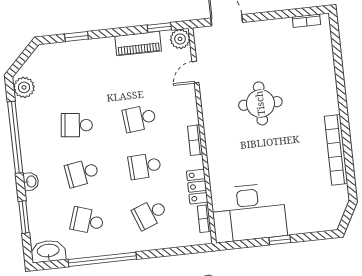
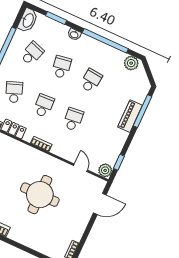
window: (76, 37) -> (142, 111), width x2.17
piano: (138, 44) -> (130, 116), moved
round table: (260, 103) -> (40, 195), width x1.36, depth x1.36

